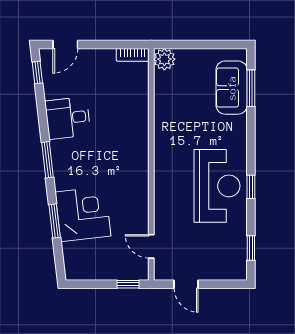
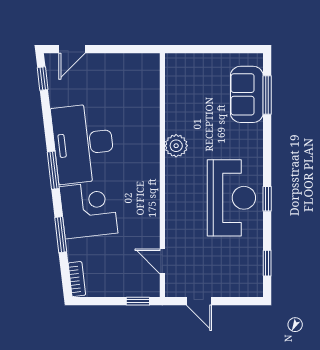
bookcase: (133, 55) -> (77, 279), moved, turned -97
plant: (164, 59) -> (176, 146), moved
desk: (68, 118) -> (83, 143), width x1.87, depth x1.30
corner desk: (83, 214) -> (89, 210), moved

